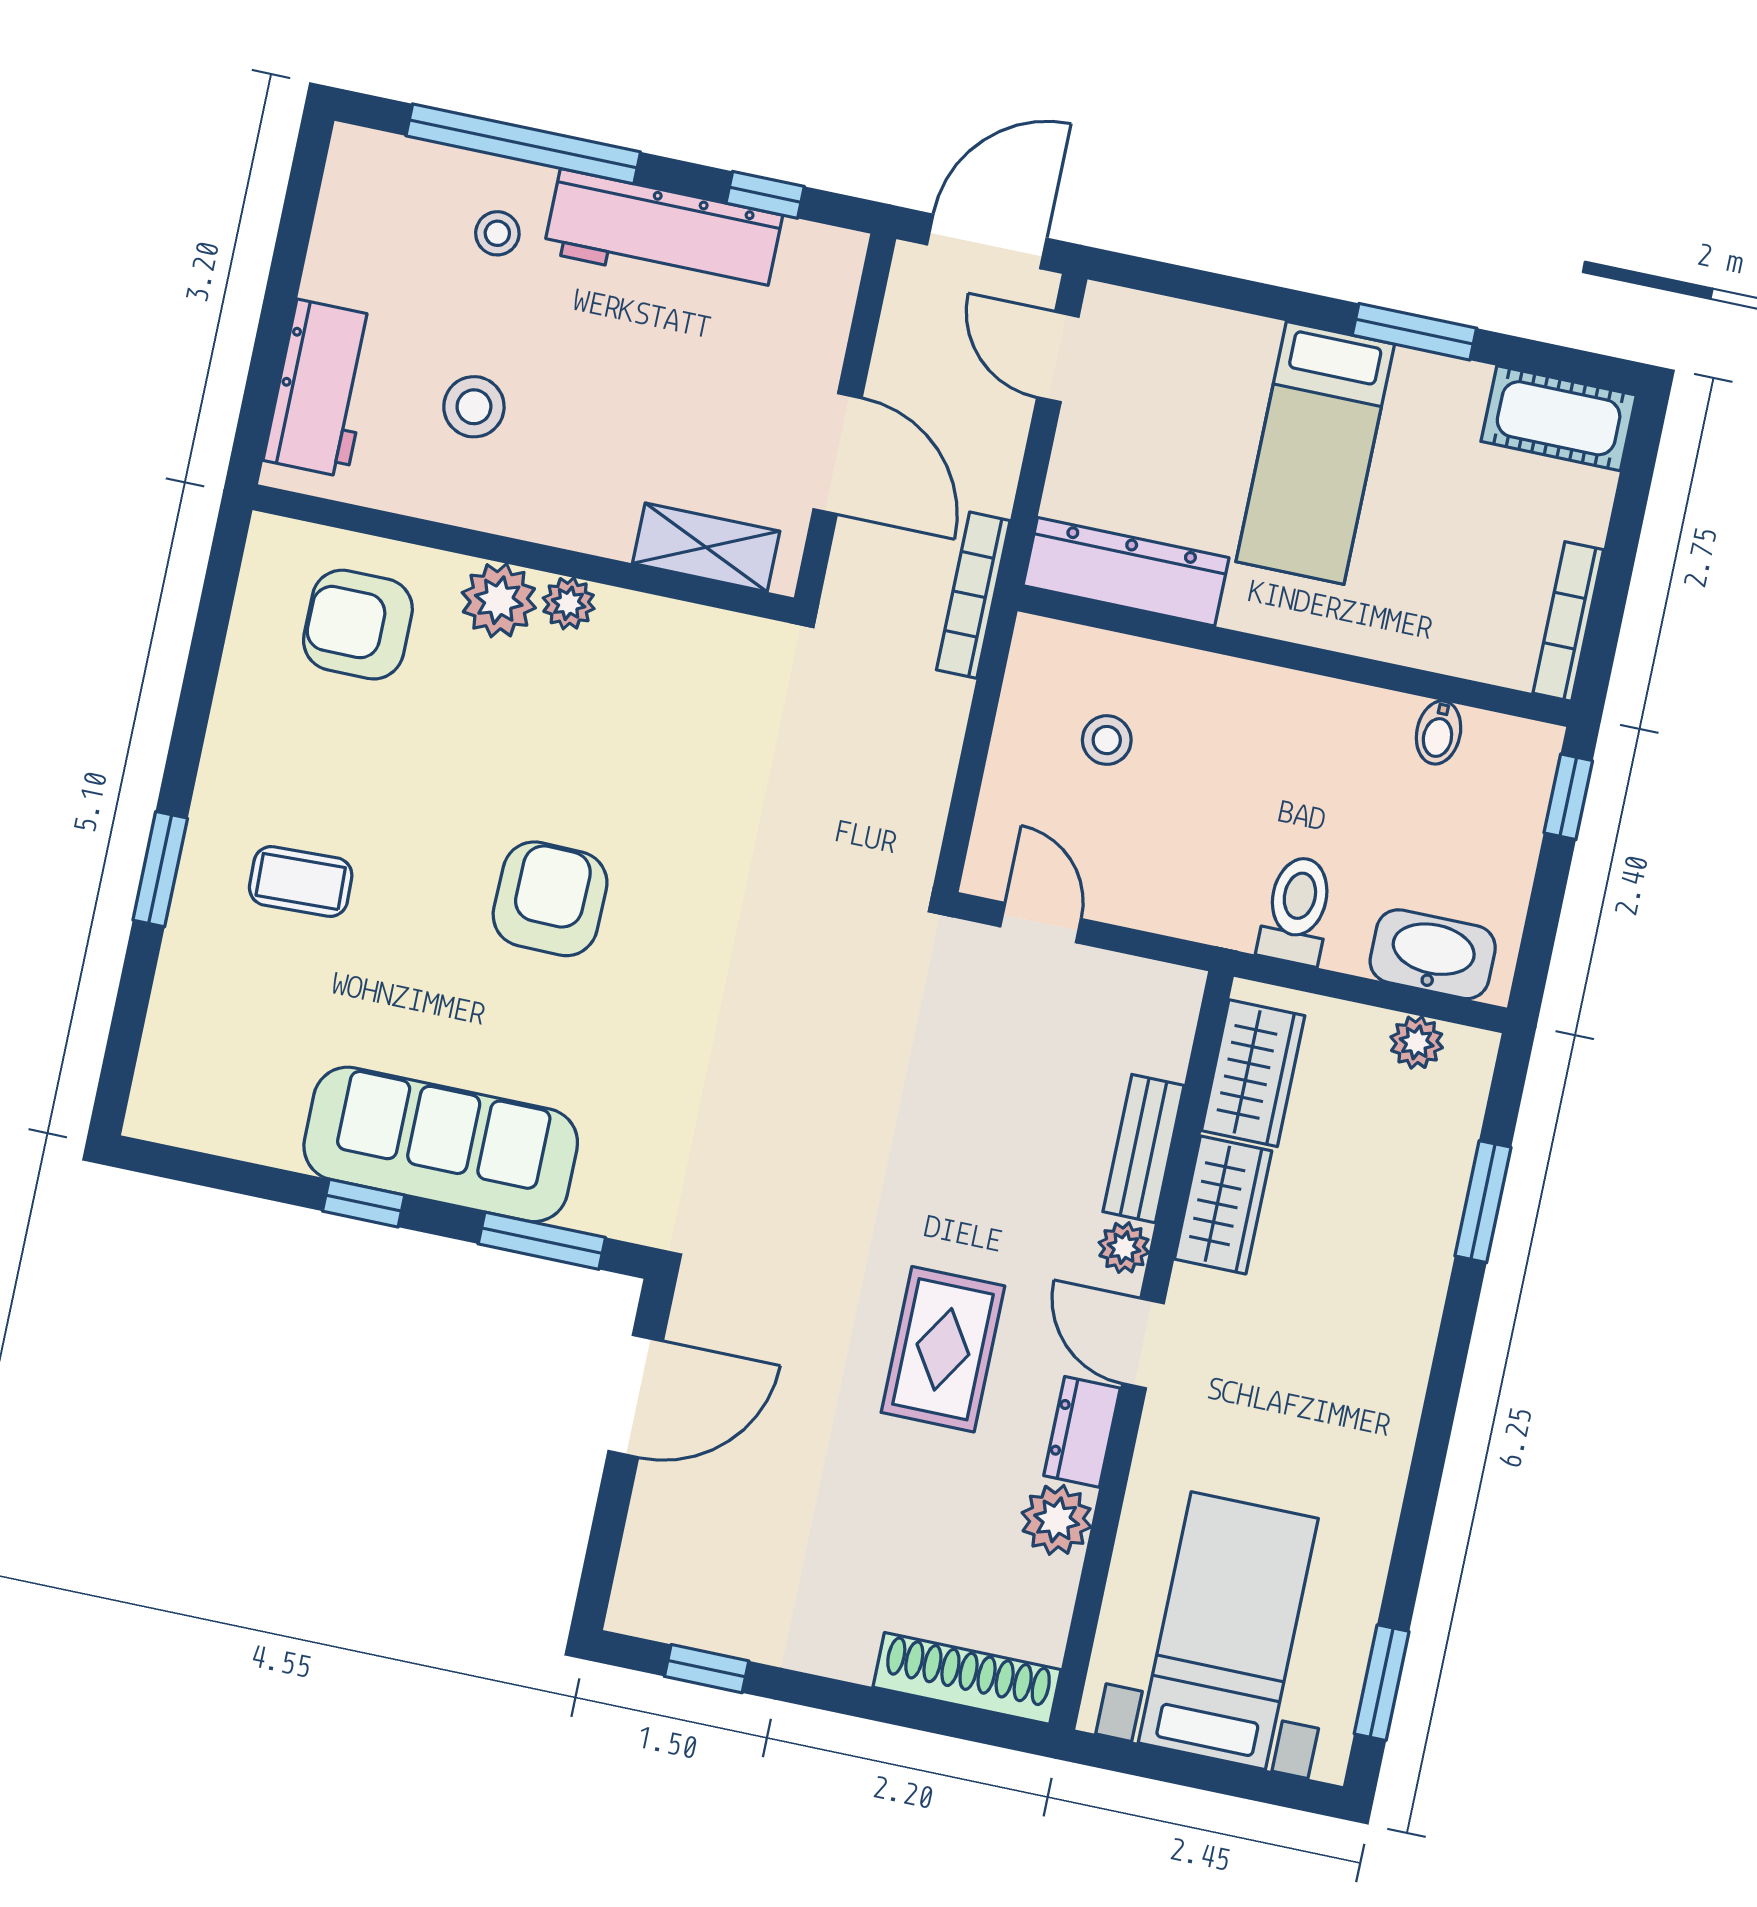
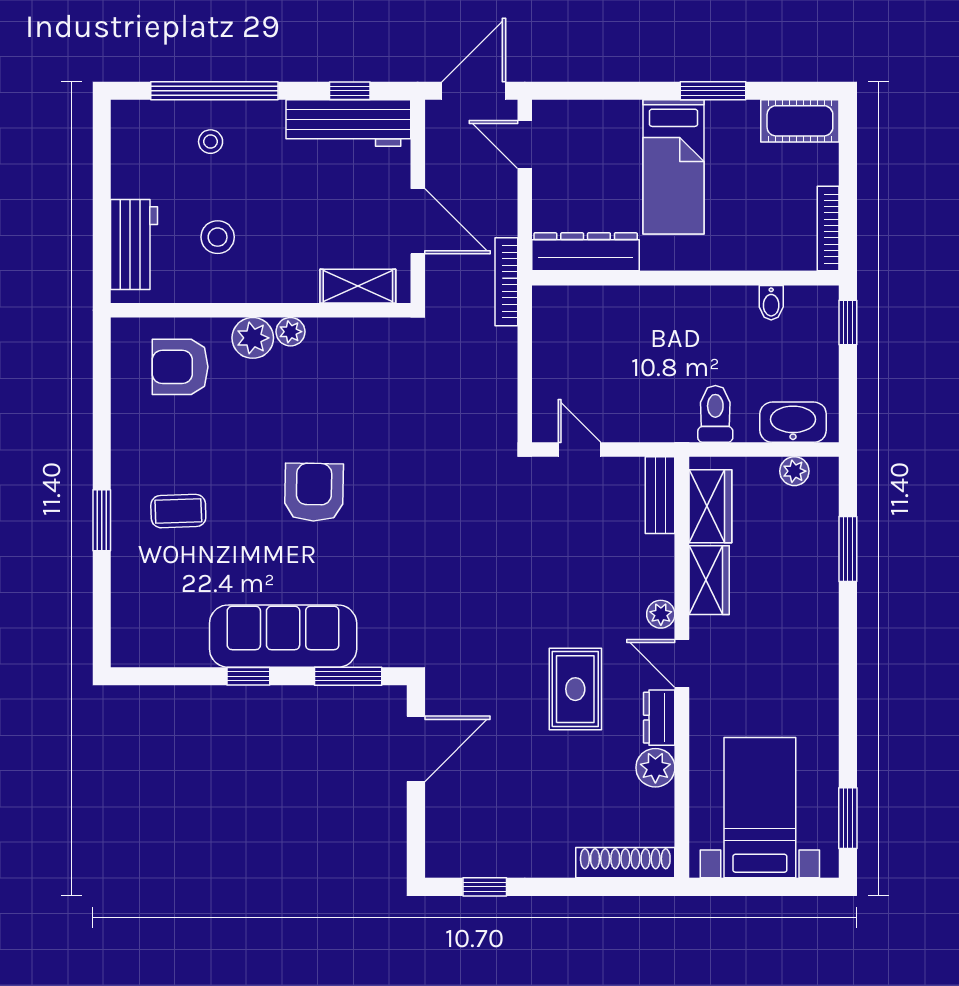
workbench: (663, 234) -> (348, 123), moved
stool: (1107, 740) -> (594, 344), removed
bench: (1144, 1149) -> (660, 495), moved

